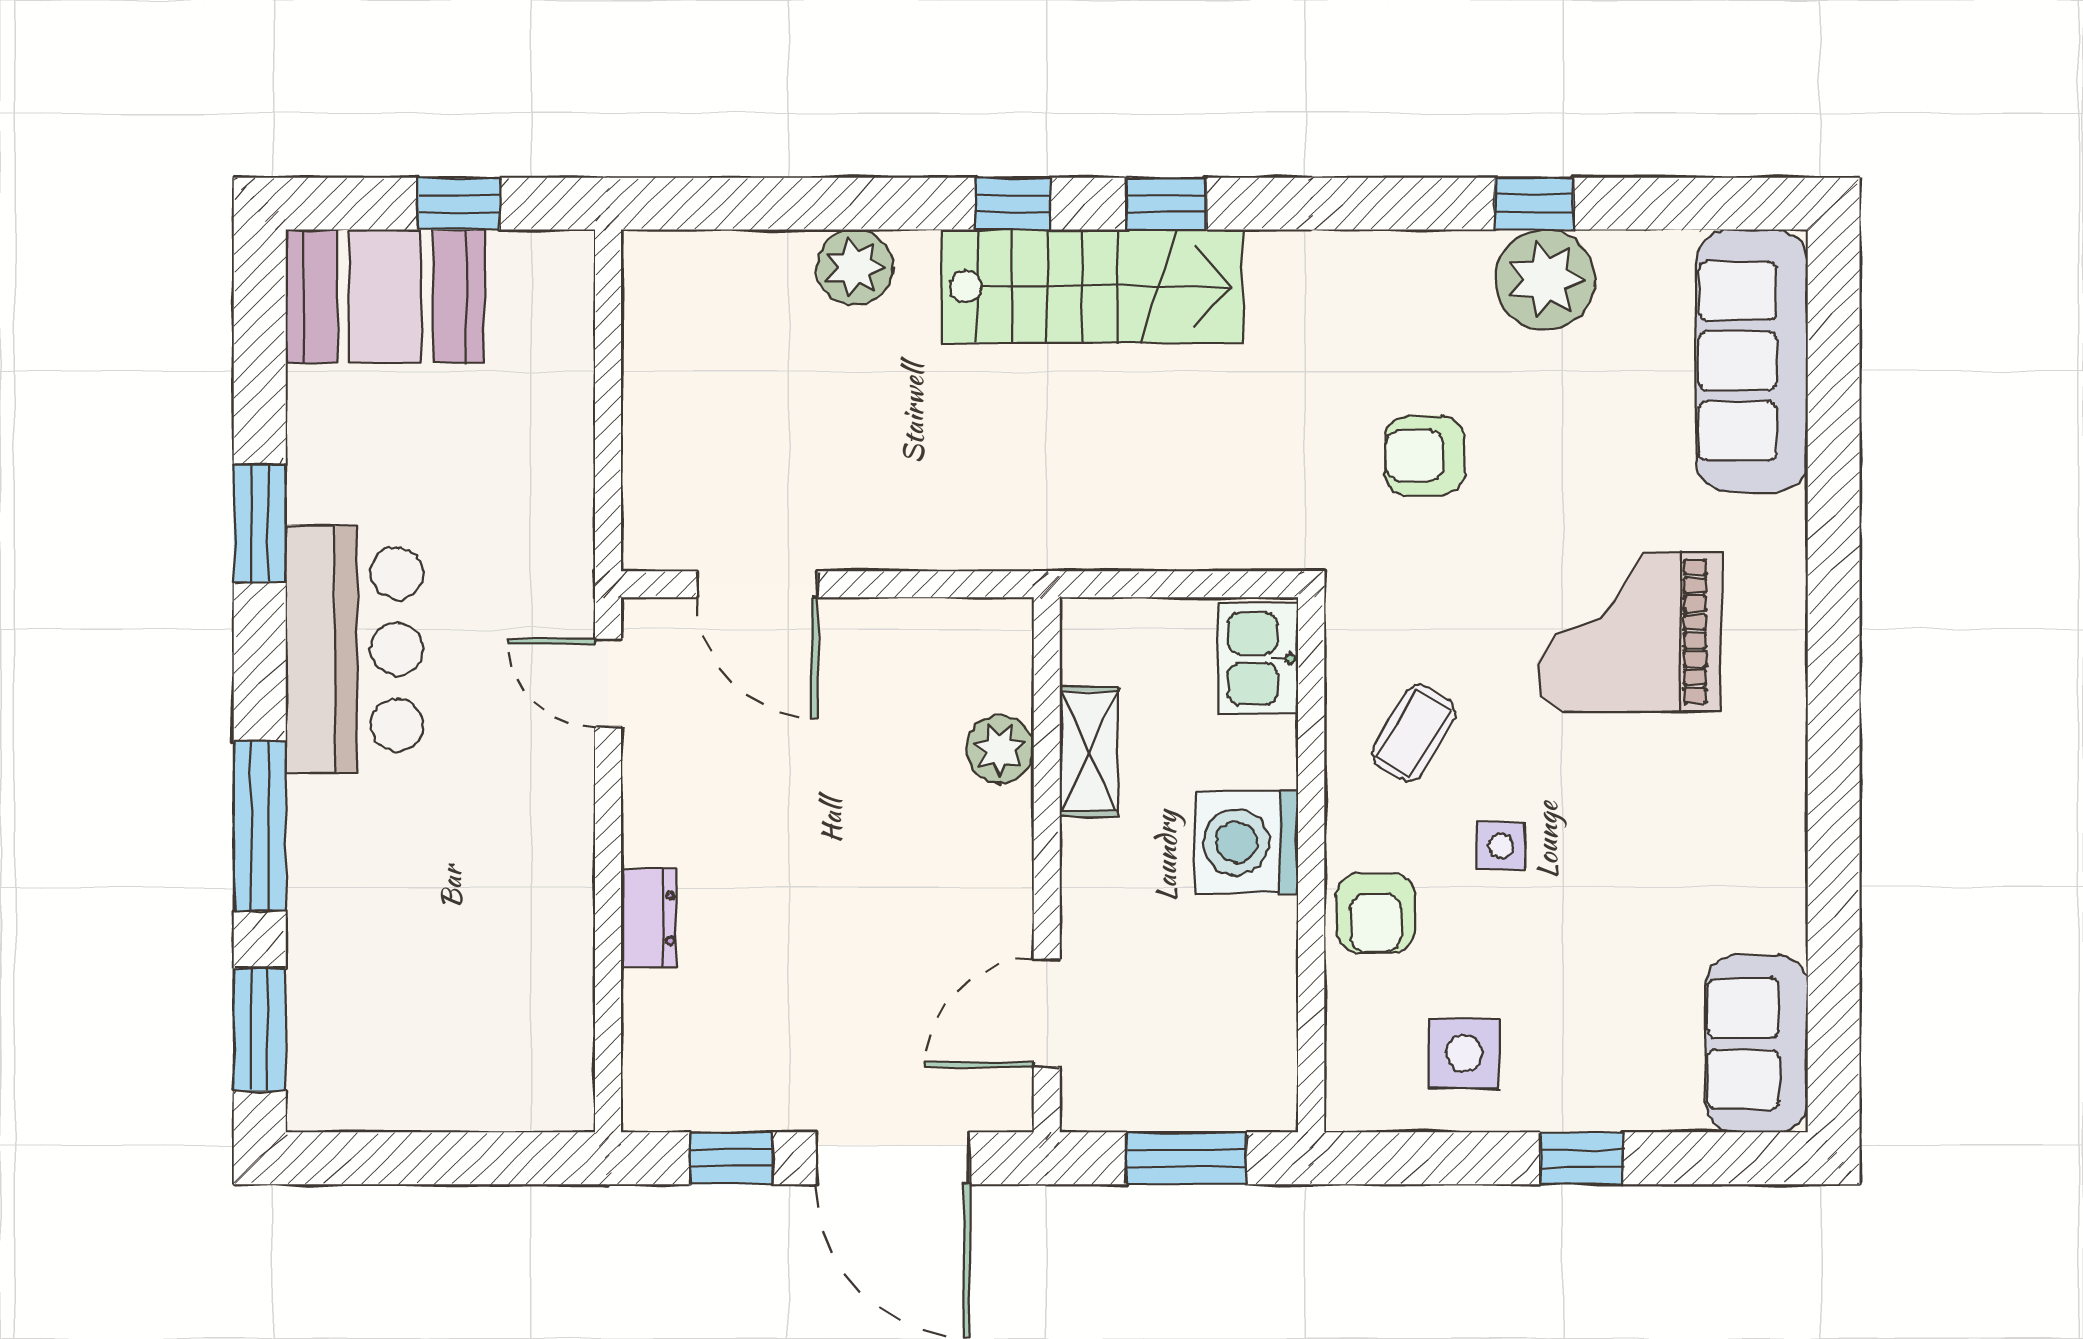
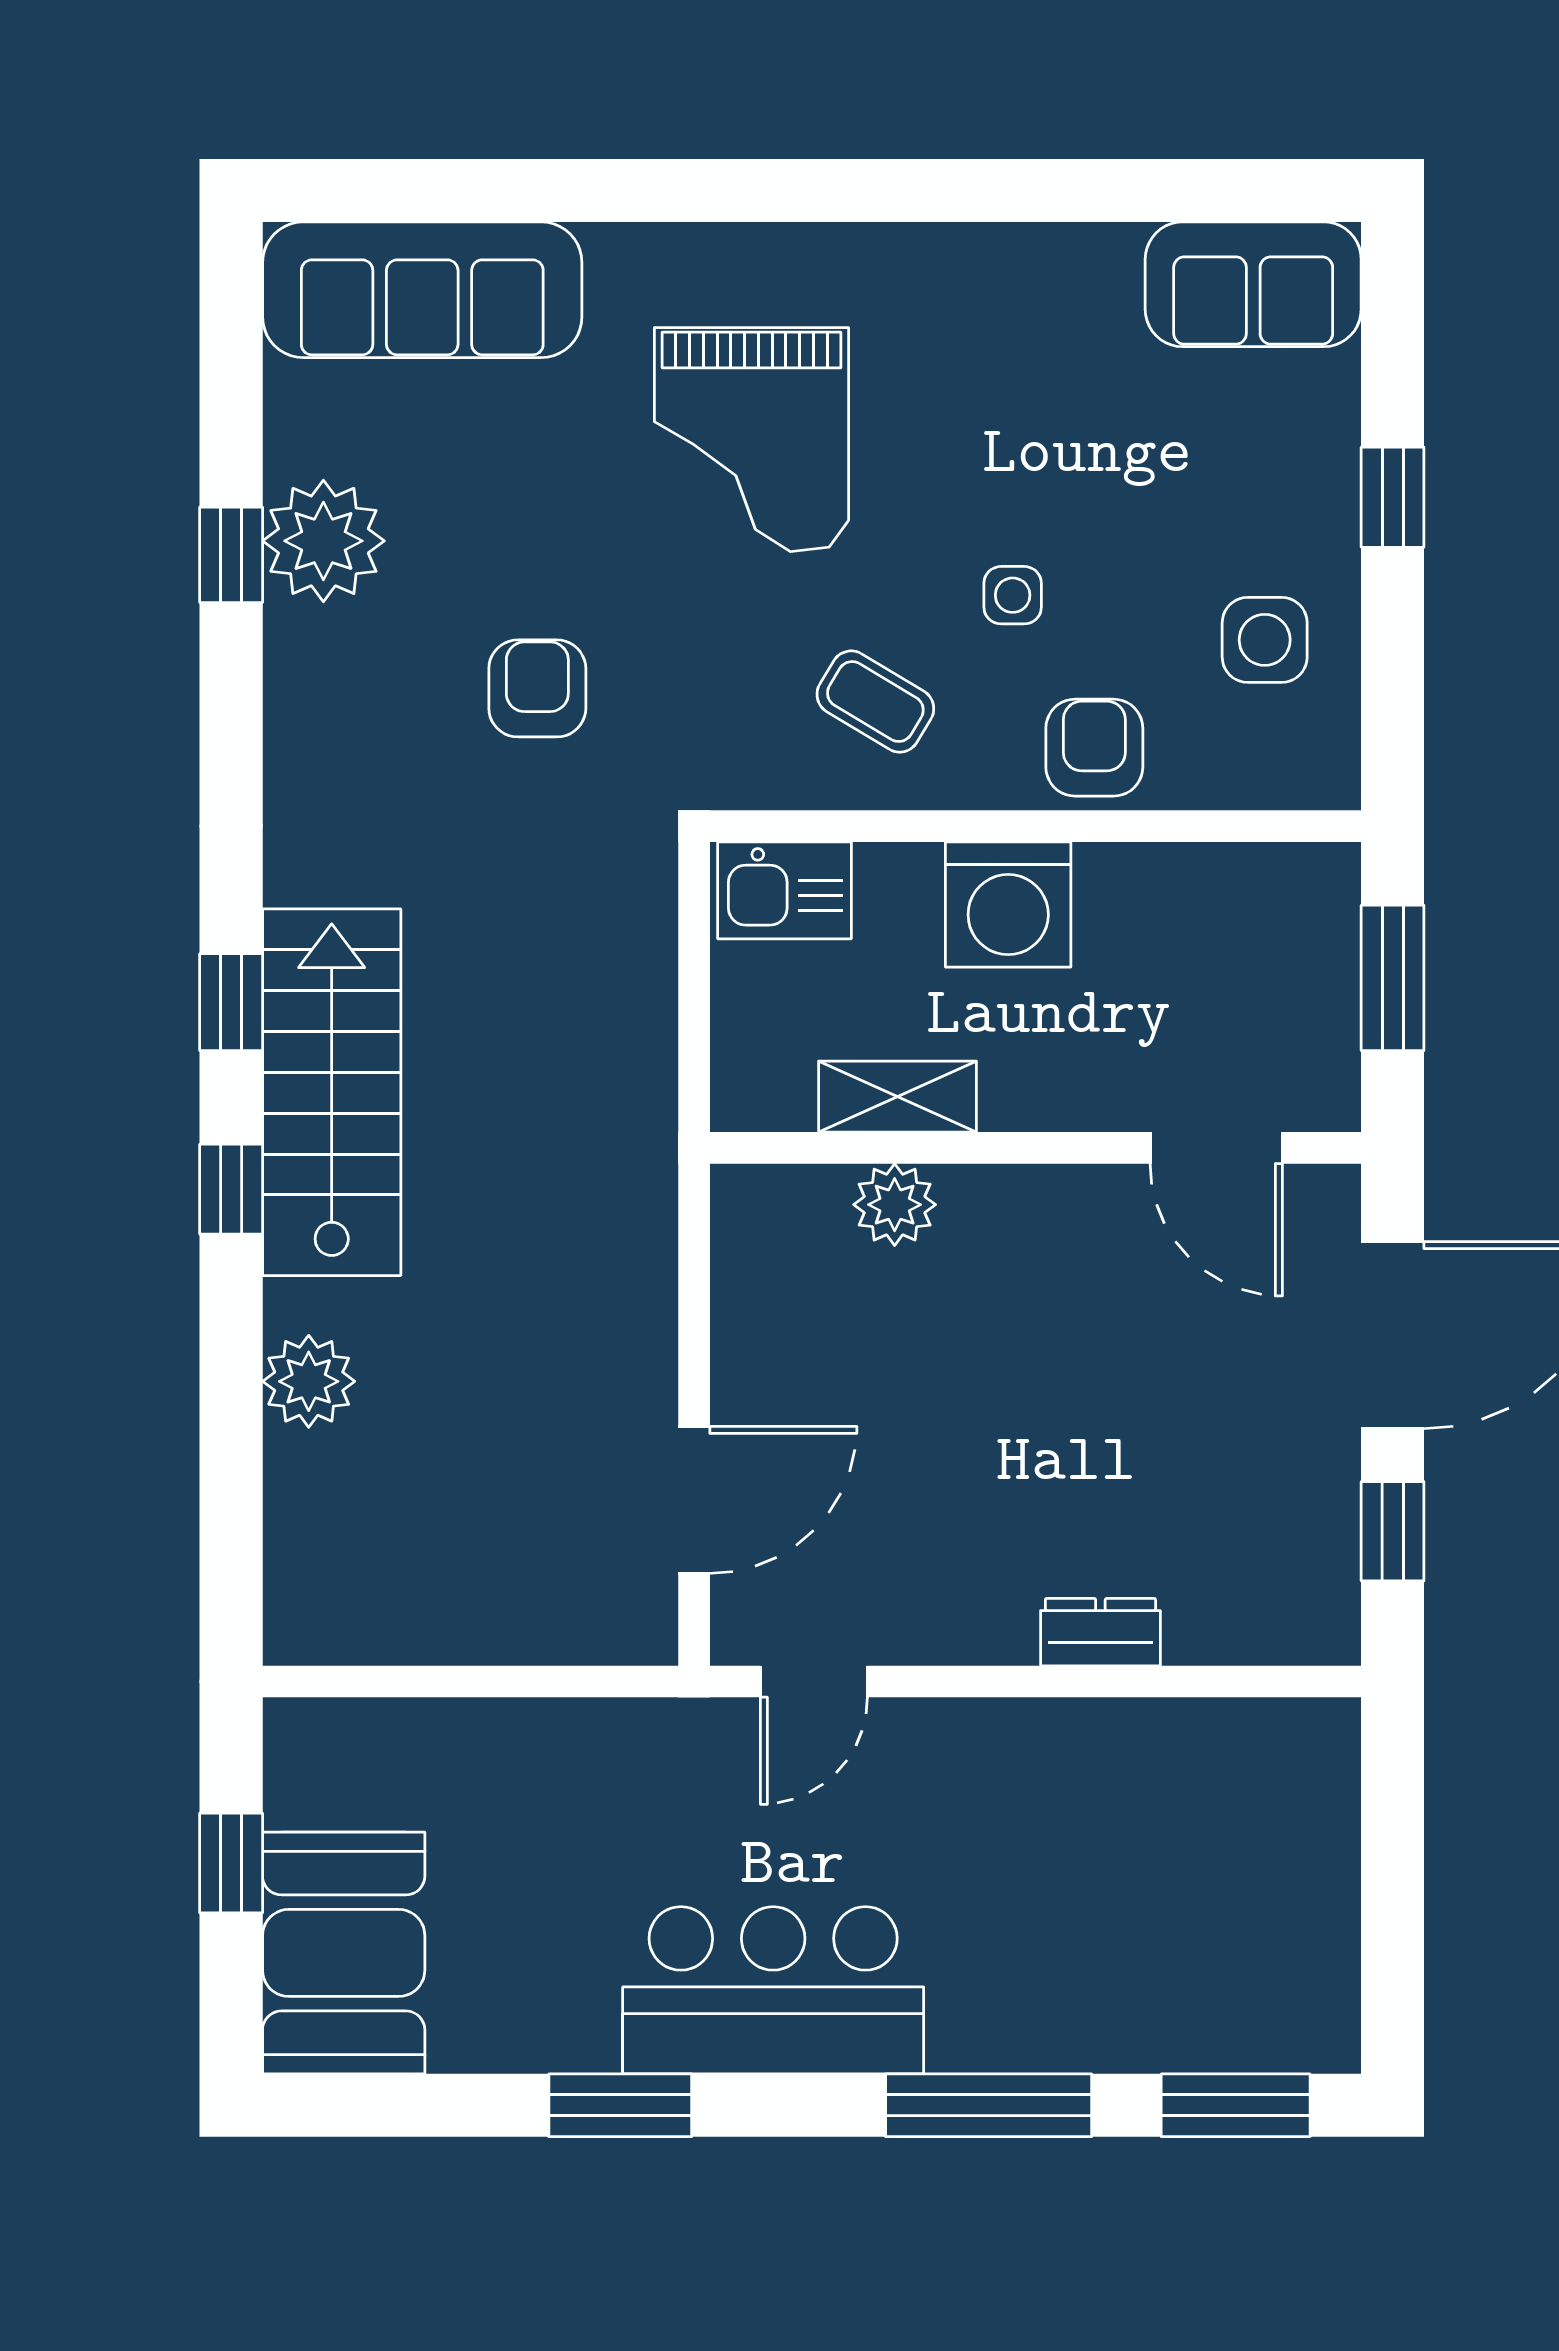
armchair: (1424, 455) -> (537, 688), turned 180
armchair: (1376, 913) -> (1094, 748), turned -90

